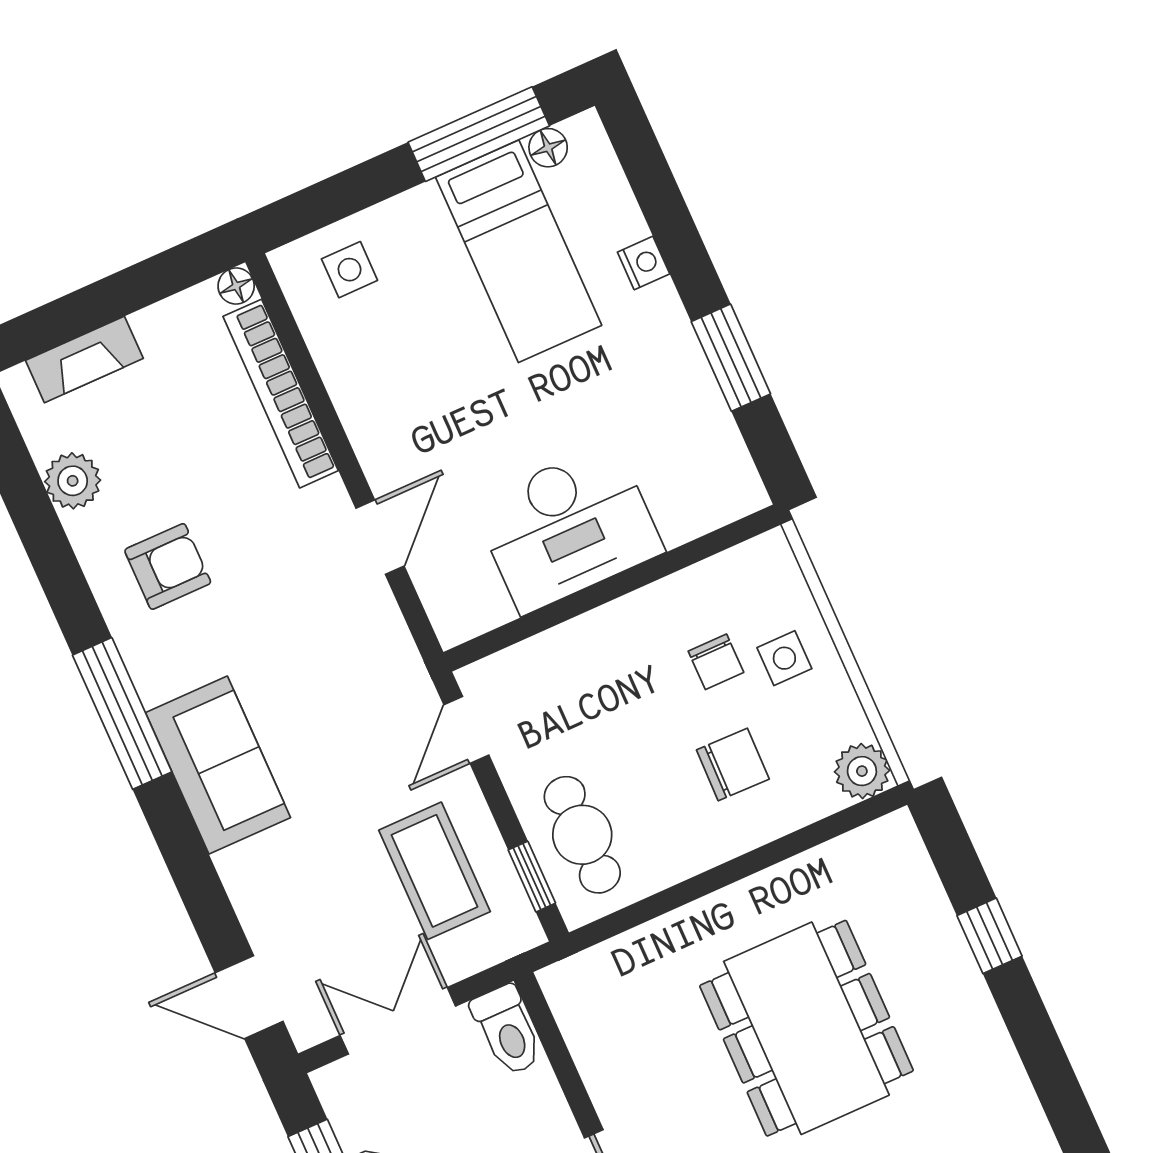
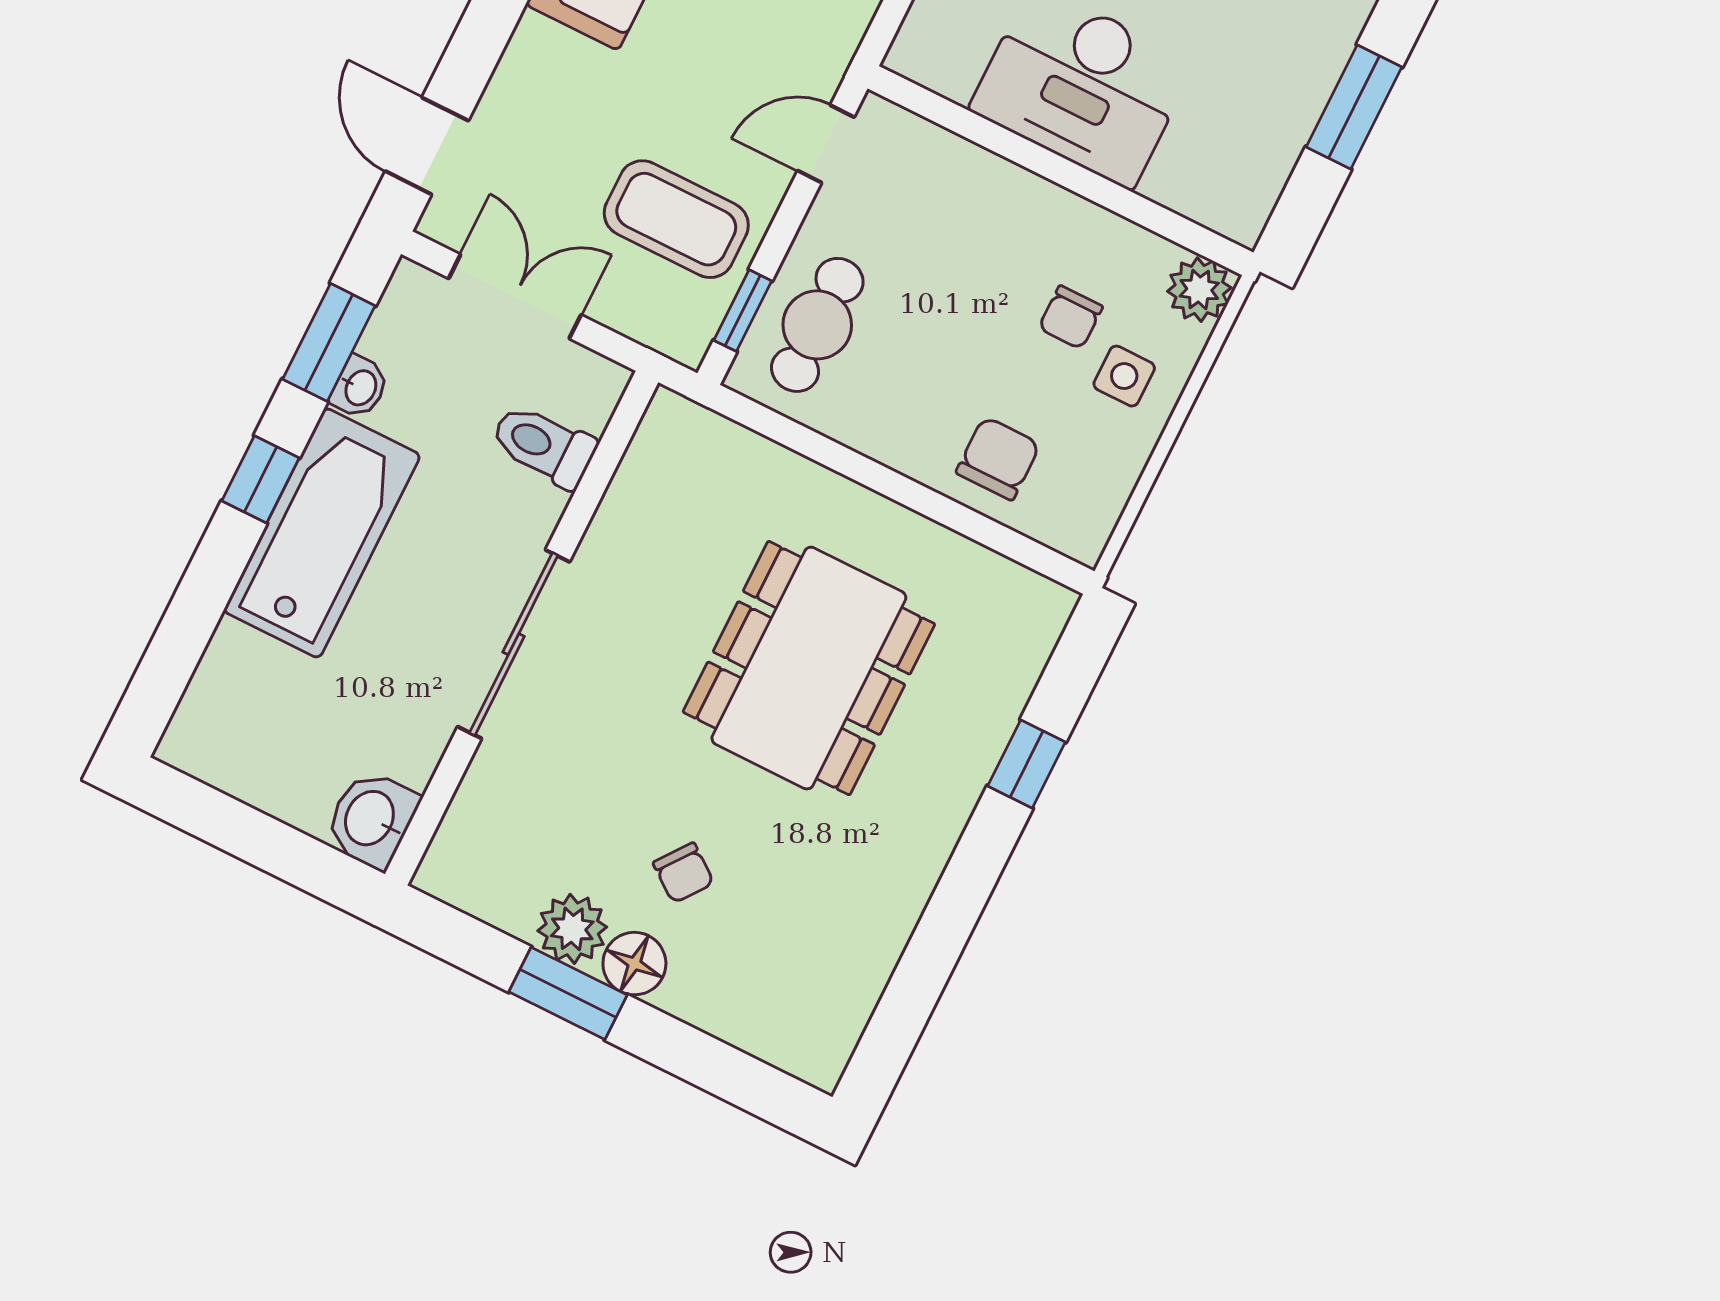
chair: (733, 764) -> (998, 458), moved, turned -91
plant: (862, 771) -> (1199, 290), moved
coffee table: (435, 871) -> (676, 219), turned 90
toilet: (507, 1030) -> (544, 445), moved, turned 90

